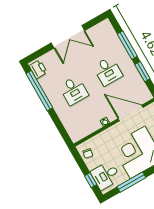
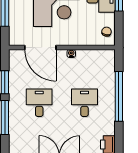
window: (39, 91) -> (119, 96), moved

